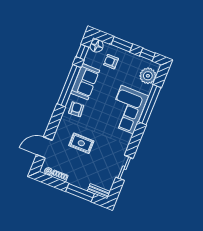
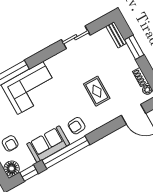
window: (80, 193) -> (134, 47), width x0.69

